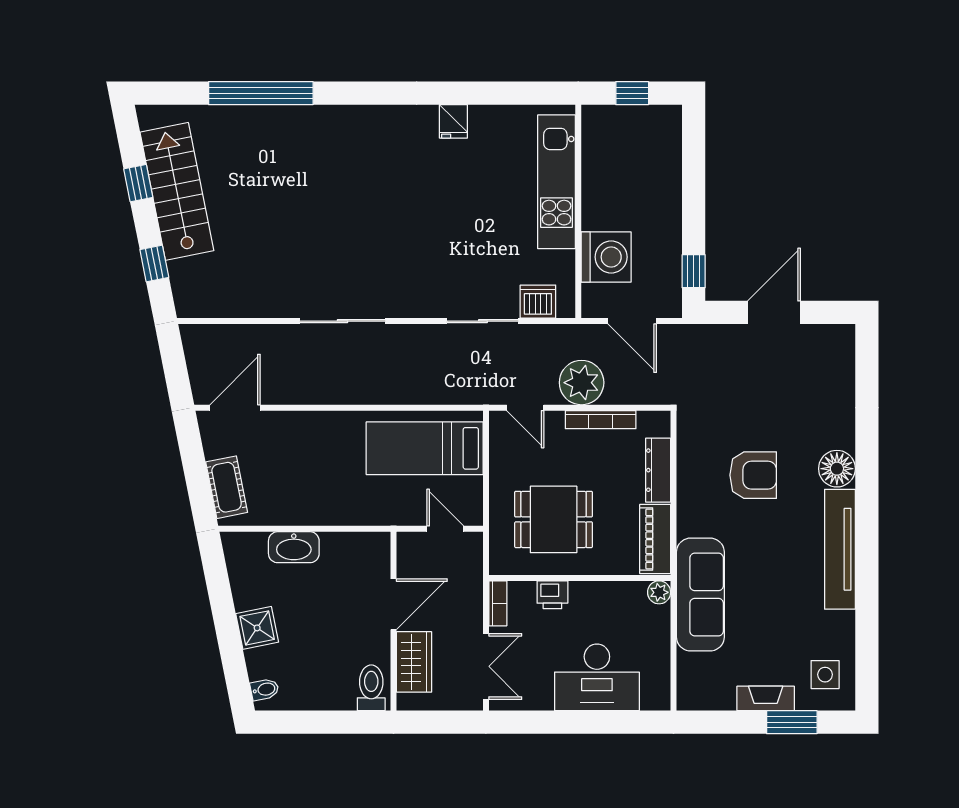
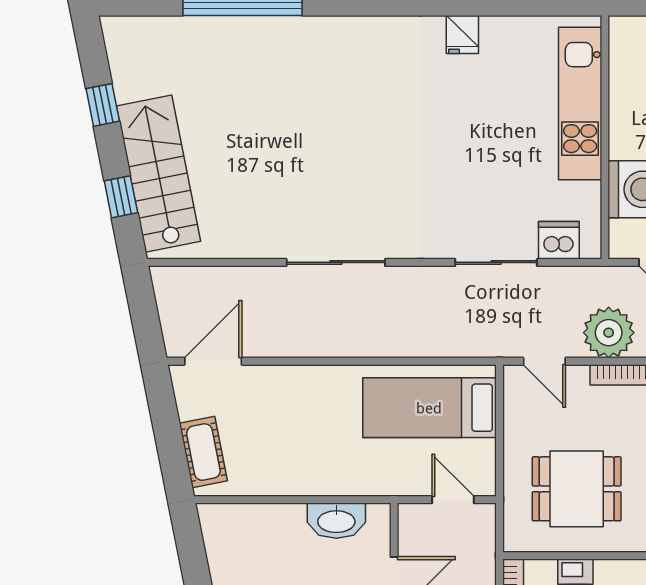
stairs: (177, 191) -> (159, 174), moved
washbasin: (294, 547) -> (336, 521), moved

